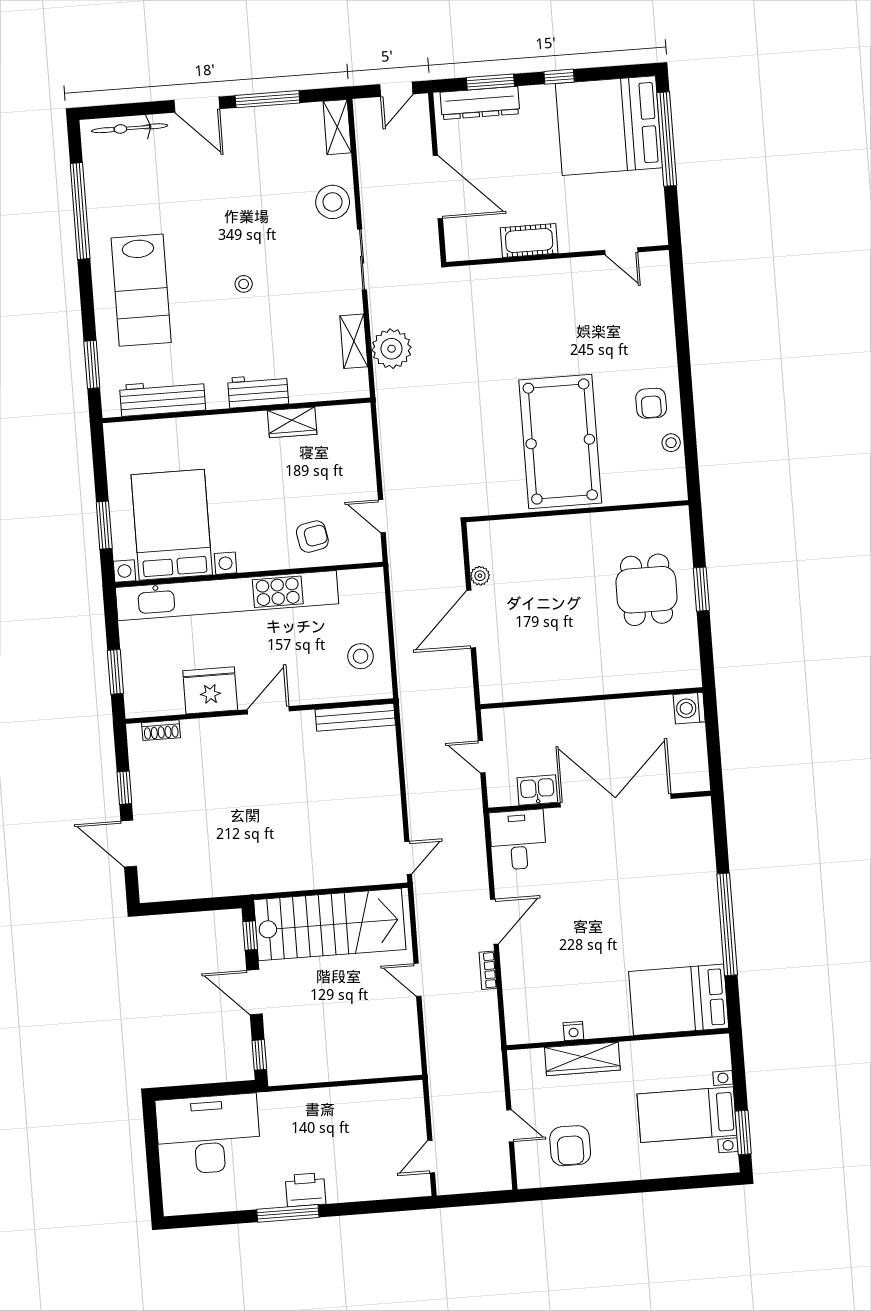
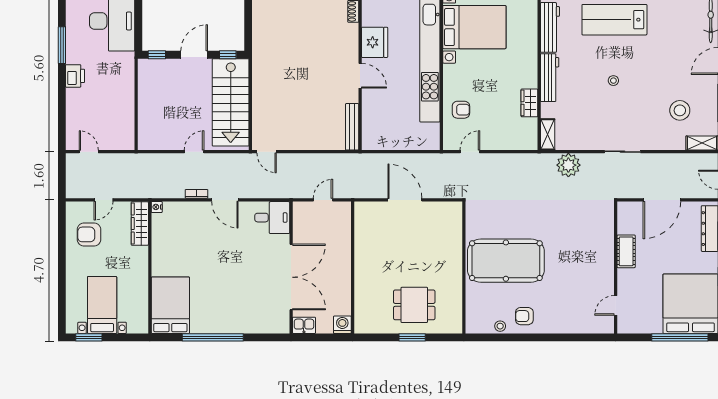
stool: (333, 202) -> (680, 110), moved
shelving: (354, 341) -> (548, 134), moved, turned 90
workbench: (258, 391) -> (550, 78), width x1.38
armchair: (312, 537) -> (461, 110), turned -79
plant: (480, 576) -> (430, 207), removed
stool: (361, 656) -> (388, 133), removed
kitchen sink: (537, 790) -> (304, 325), moved, turned -90
nightstand: (573, 1031) -> (157, 207), moved
wardrobe: (582, 1059) -> (140, 224), moved
window: (288, 1213) -> (62, 45), moved

